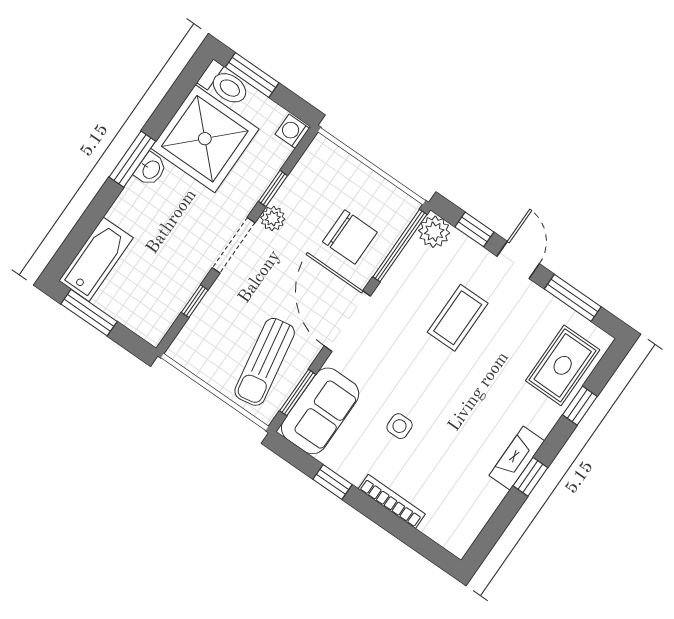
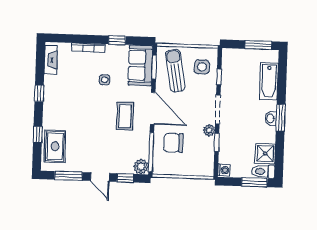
shower: (205, 139) -> (265, 154), width x0.54, depth x0.54
bathtub: (96, 259) -> (269, 81), moved
coffee table: (458, 318) -> (125, 116), moved
side table: (213, 338) -> (202, 67), added
fireplace: (517, 458) -> (51, 60), moved

